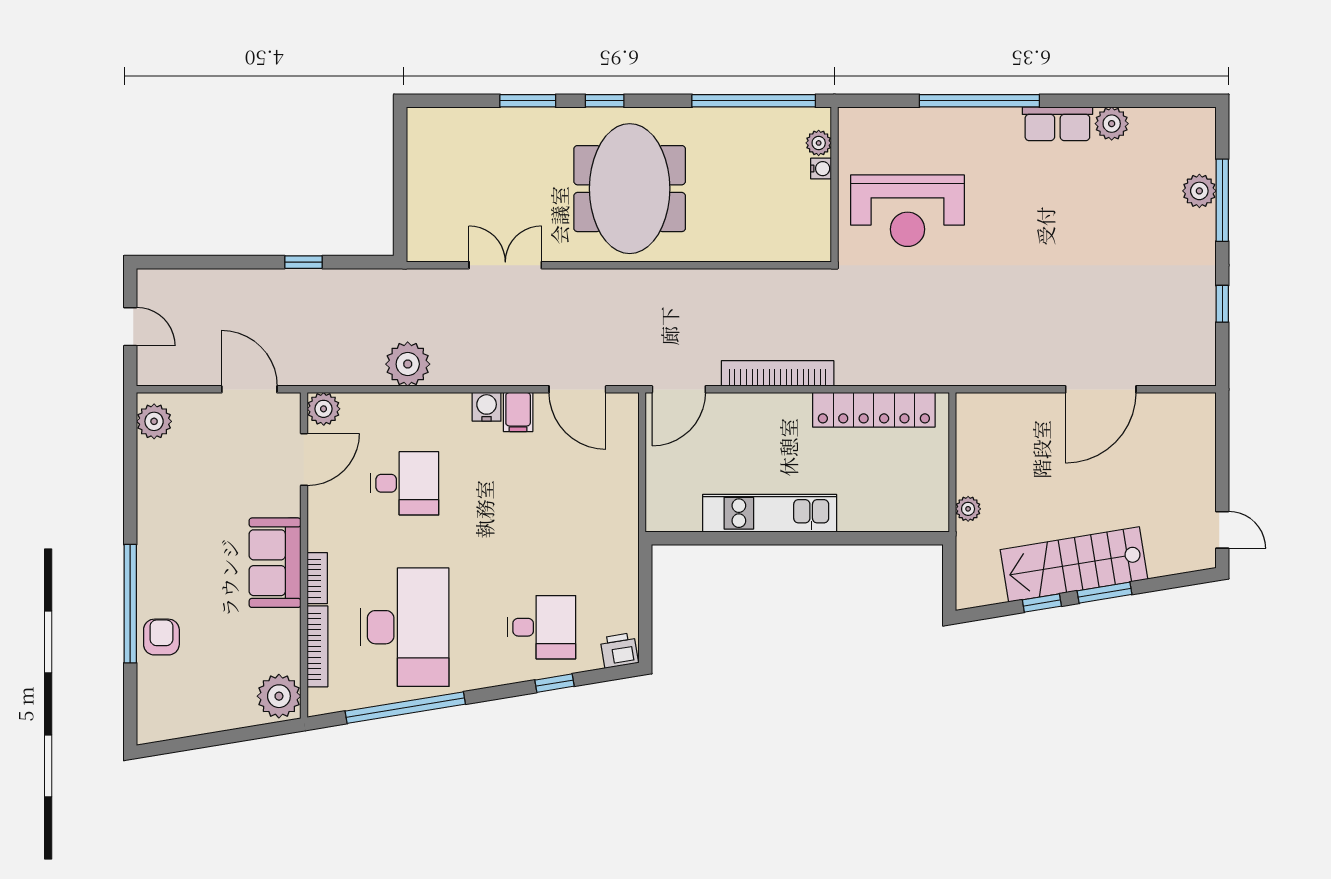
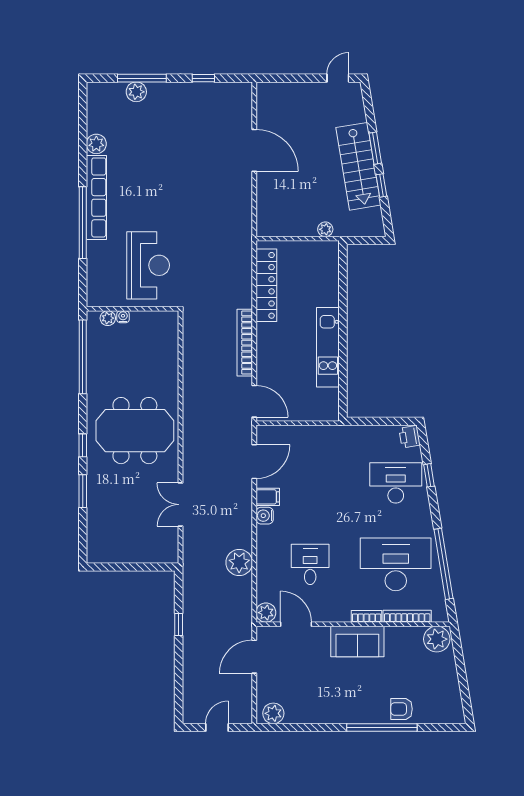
row of seats: (1057, 124) -> (96, 197), width x2.02
desk: (542, 627) -> (396, 483), width x1.37

